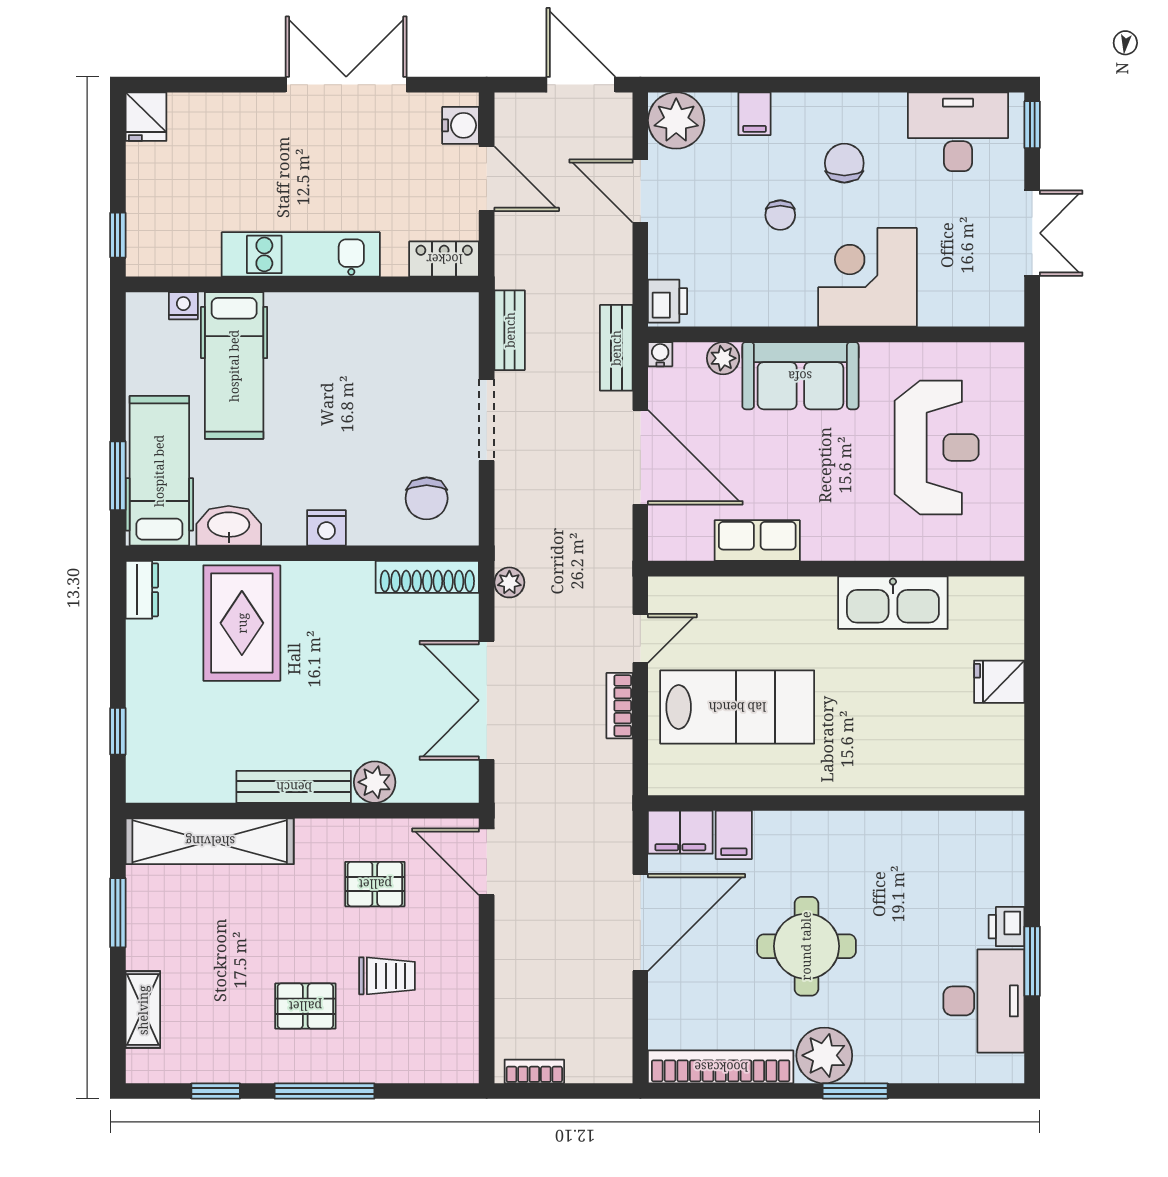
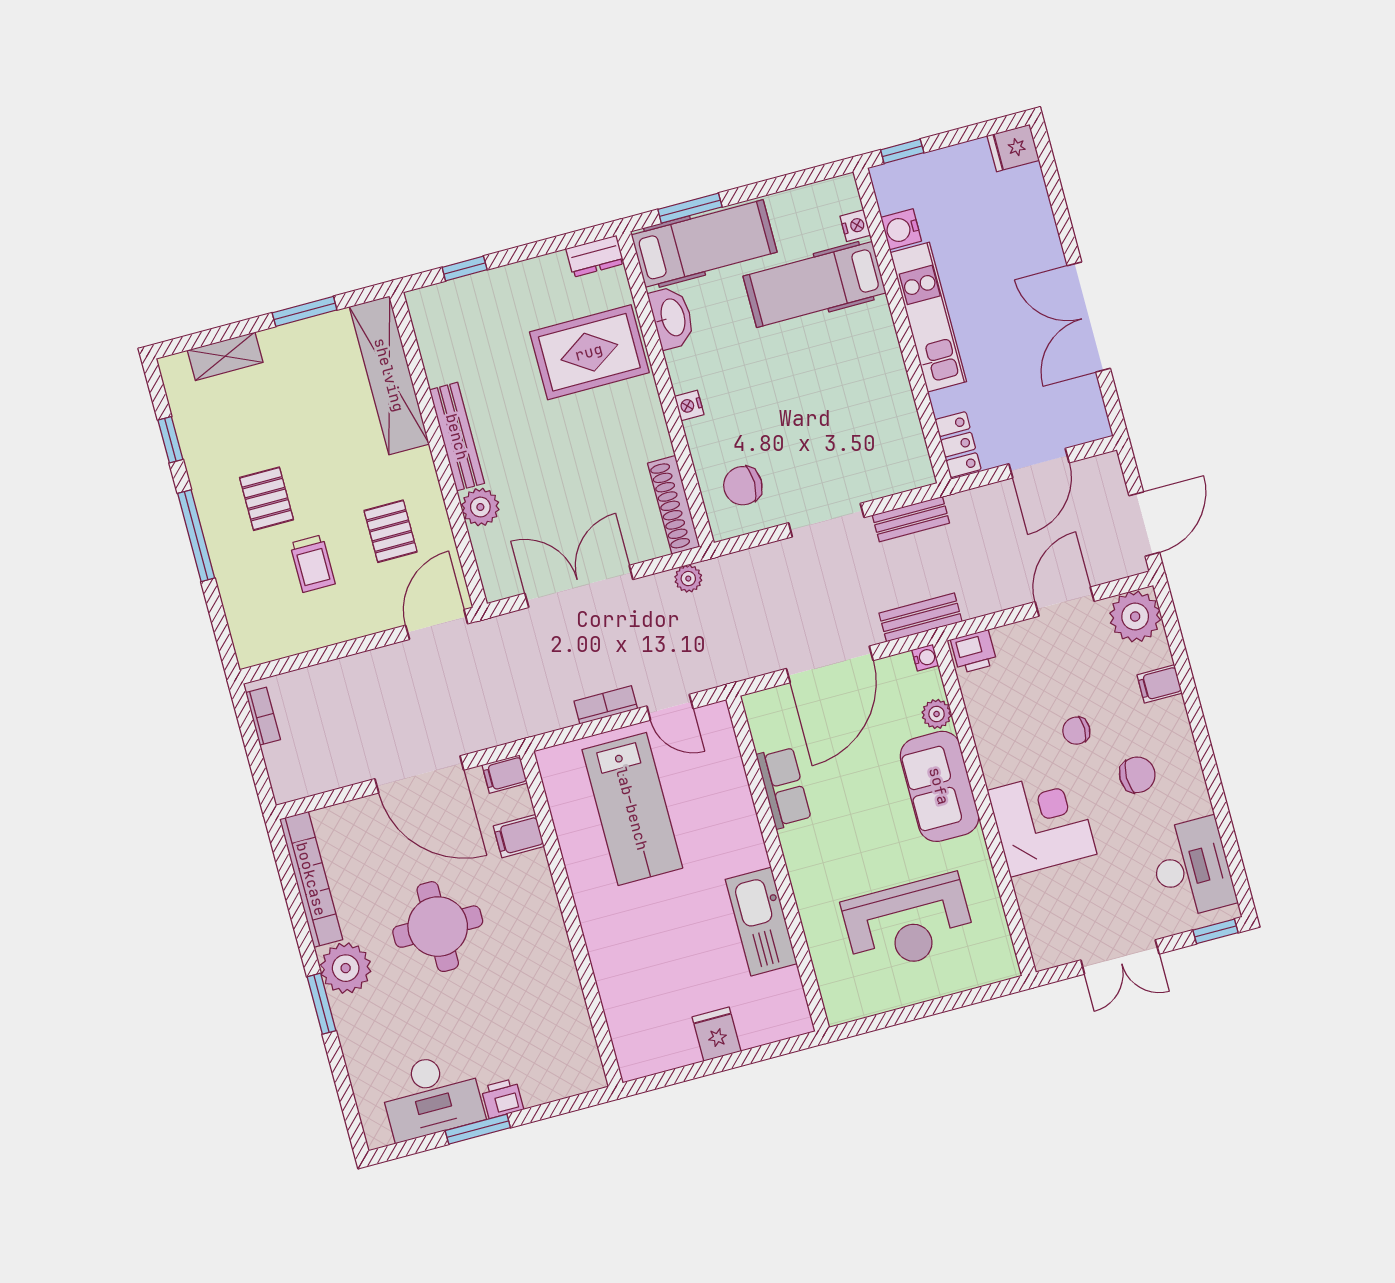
double door: (346, 85) -> (1089, 317), swing flipped
water cooler: (461, 125) -> (901, 229), moved, turned 90
nightstand: (326, 528) -> (689, 405), width x0.72, depth x0.74
filing cabinet: (680, 832) -> (505, 774), width x0.50

